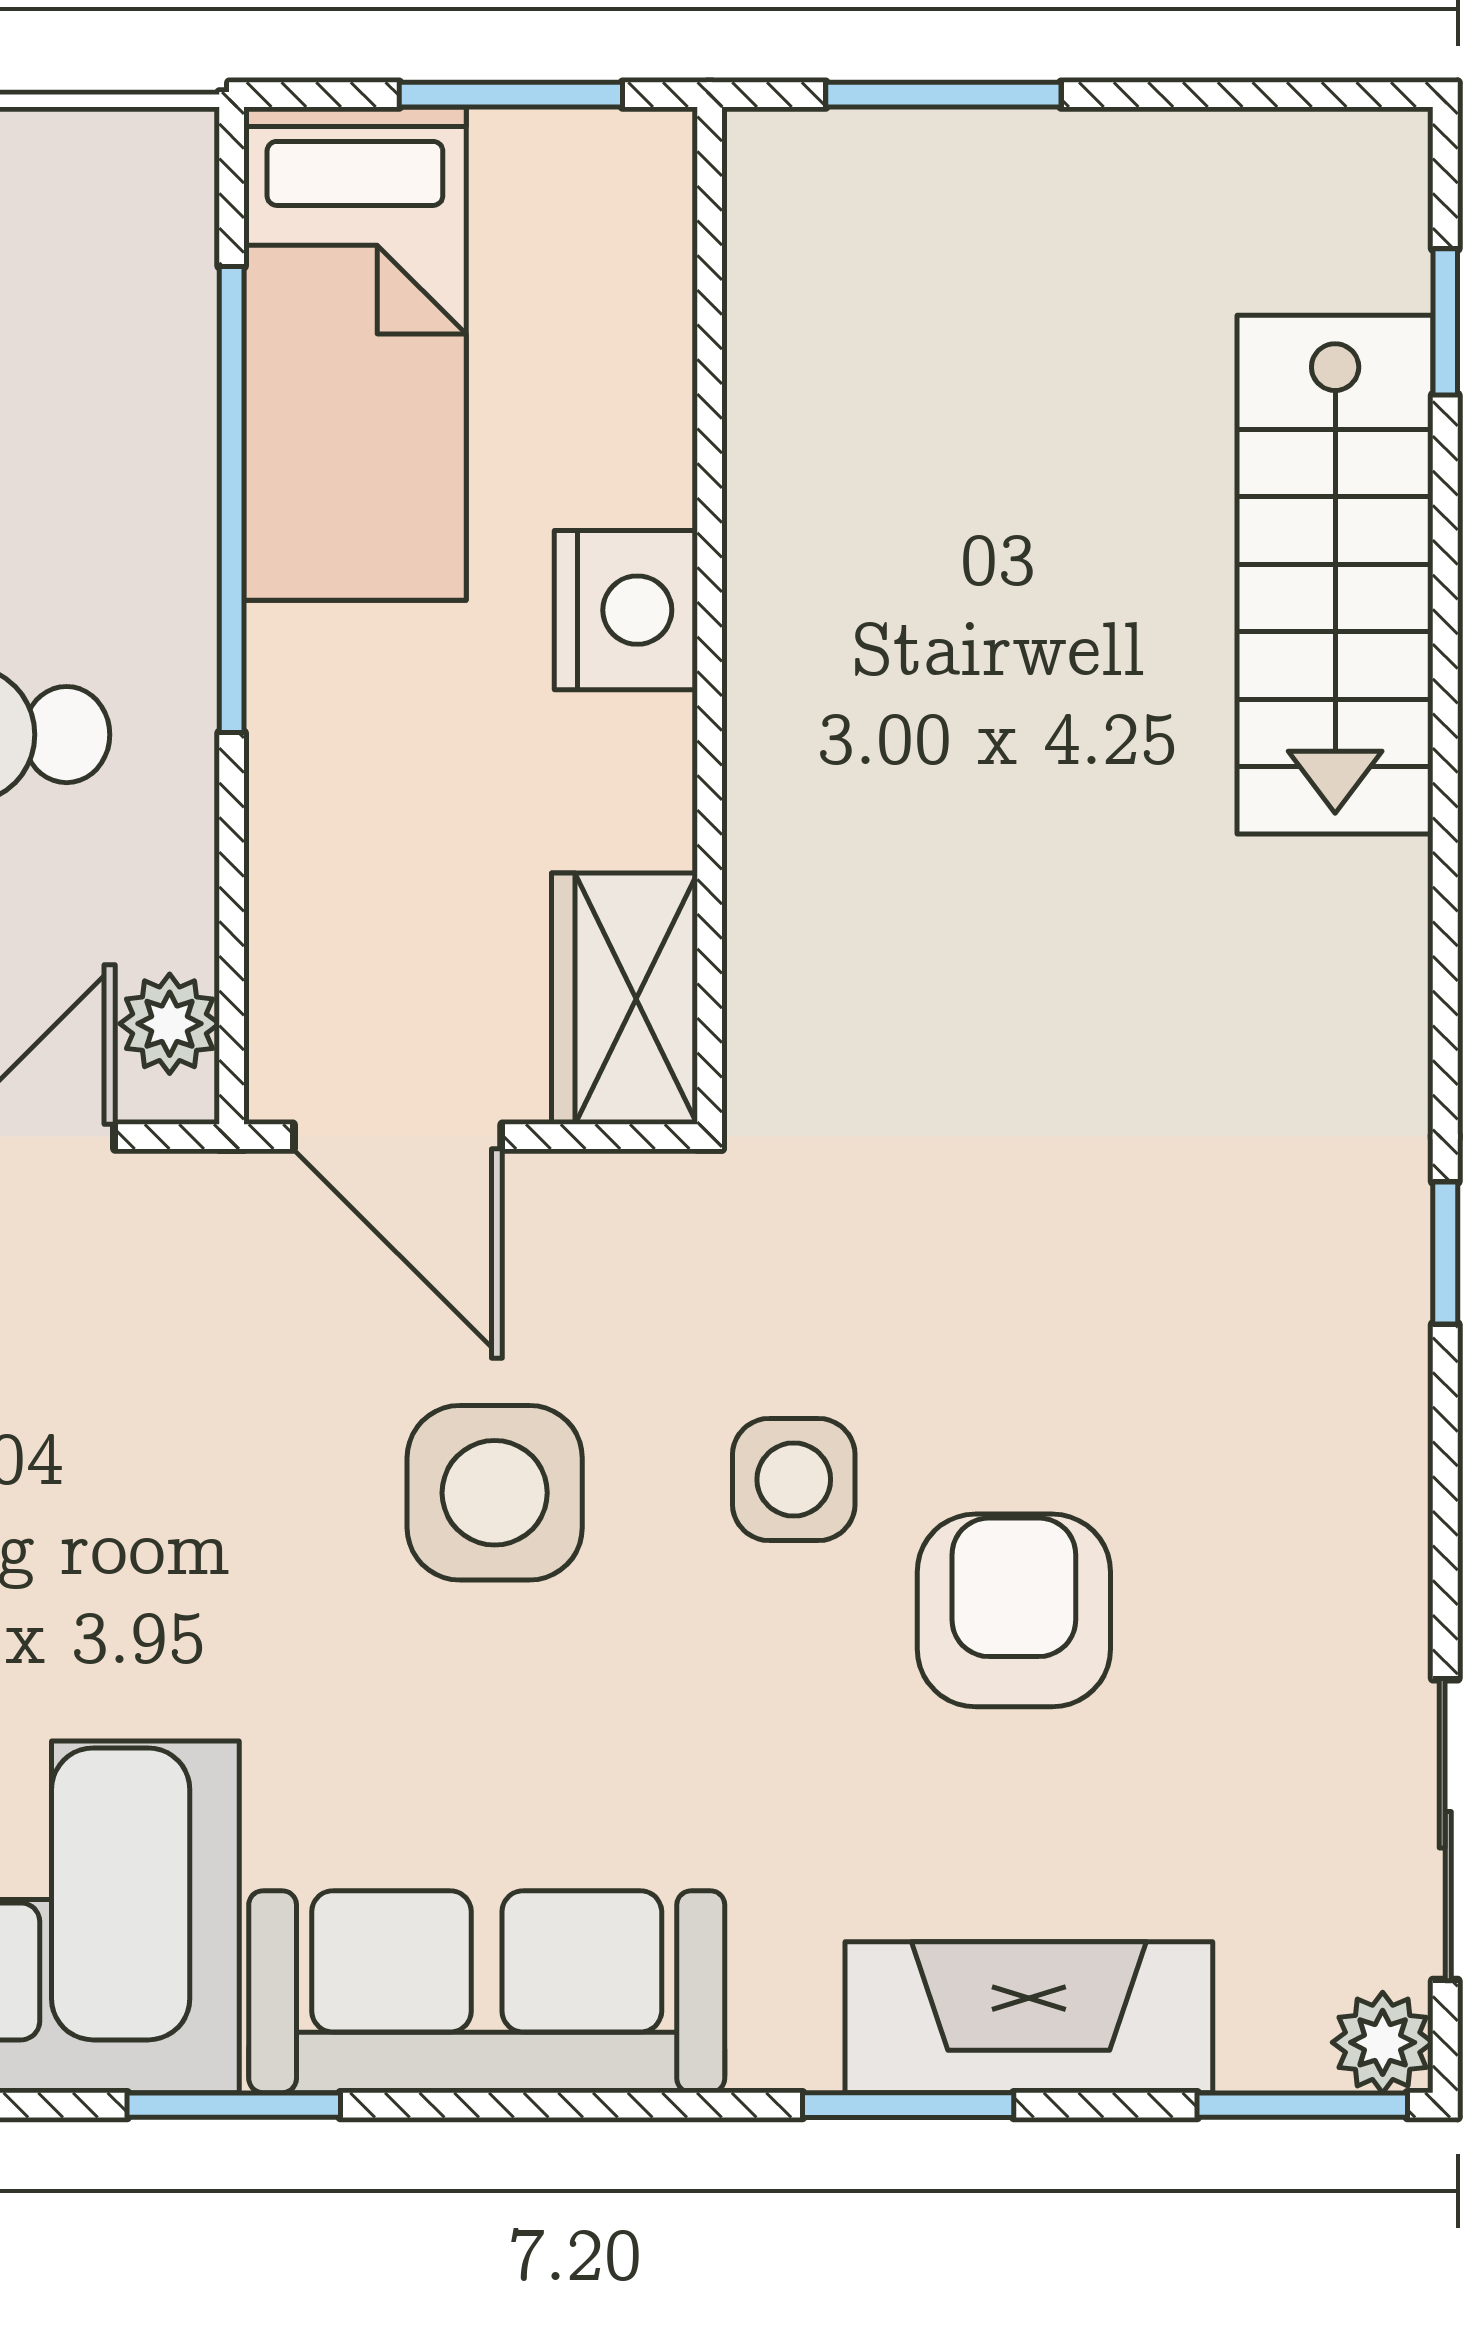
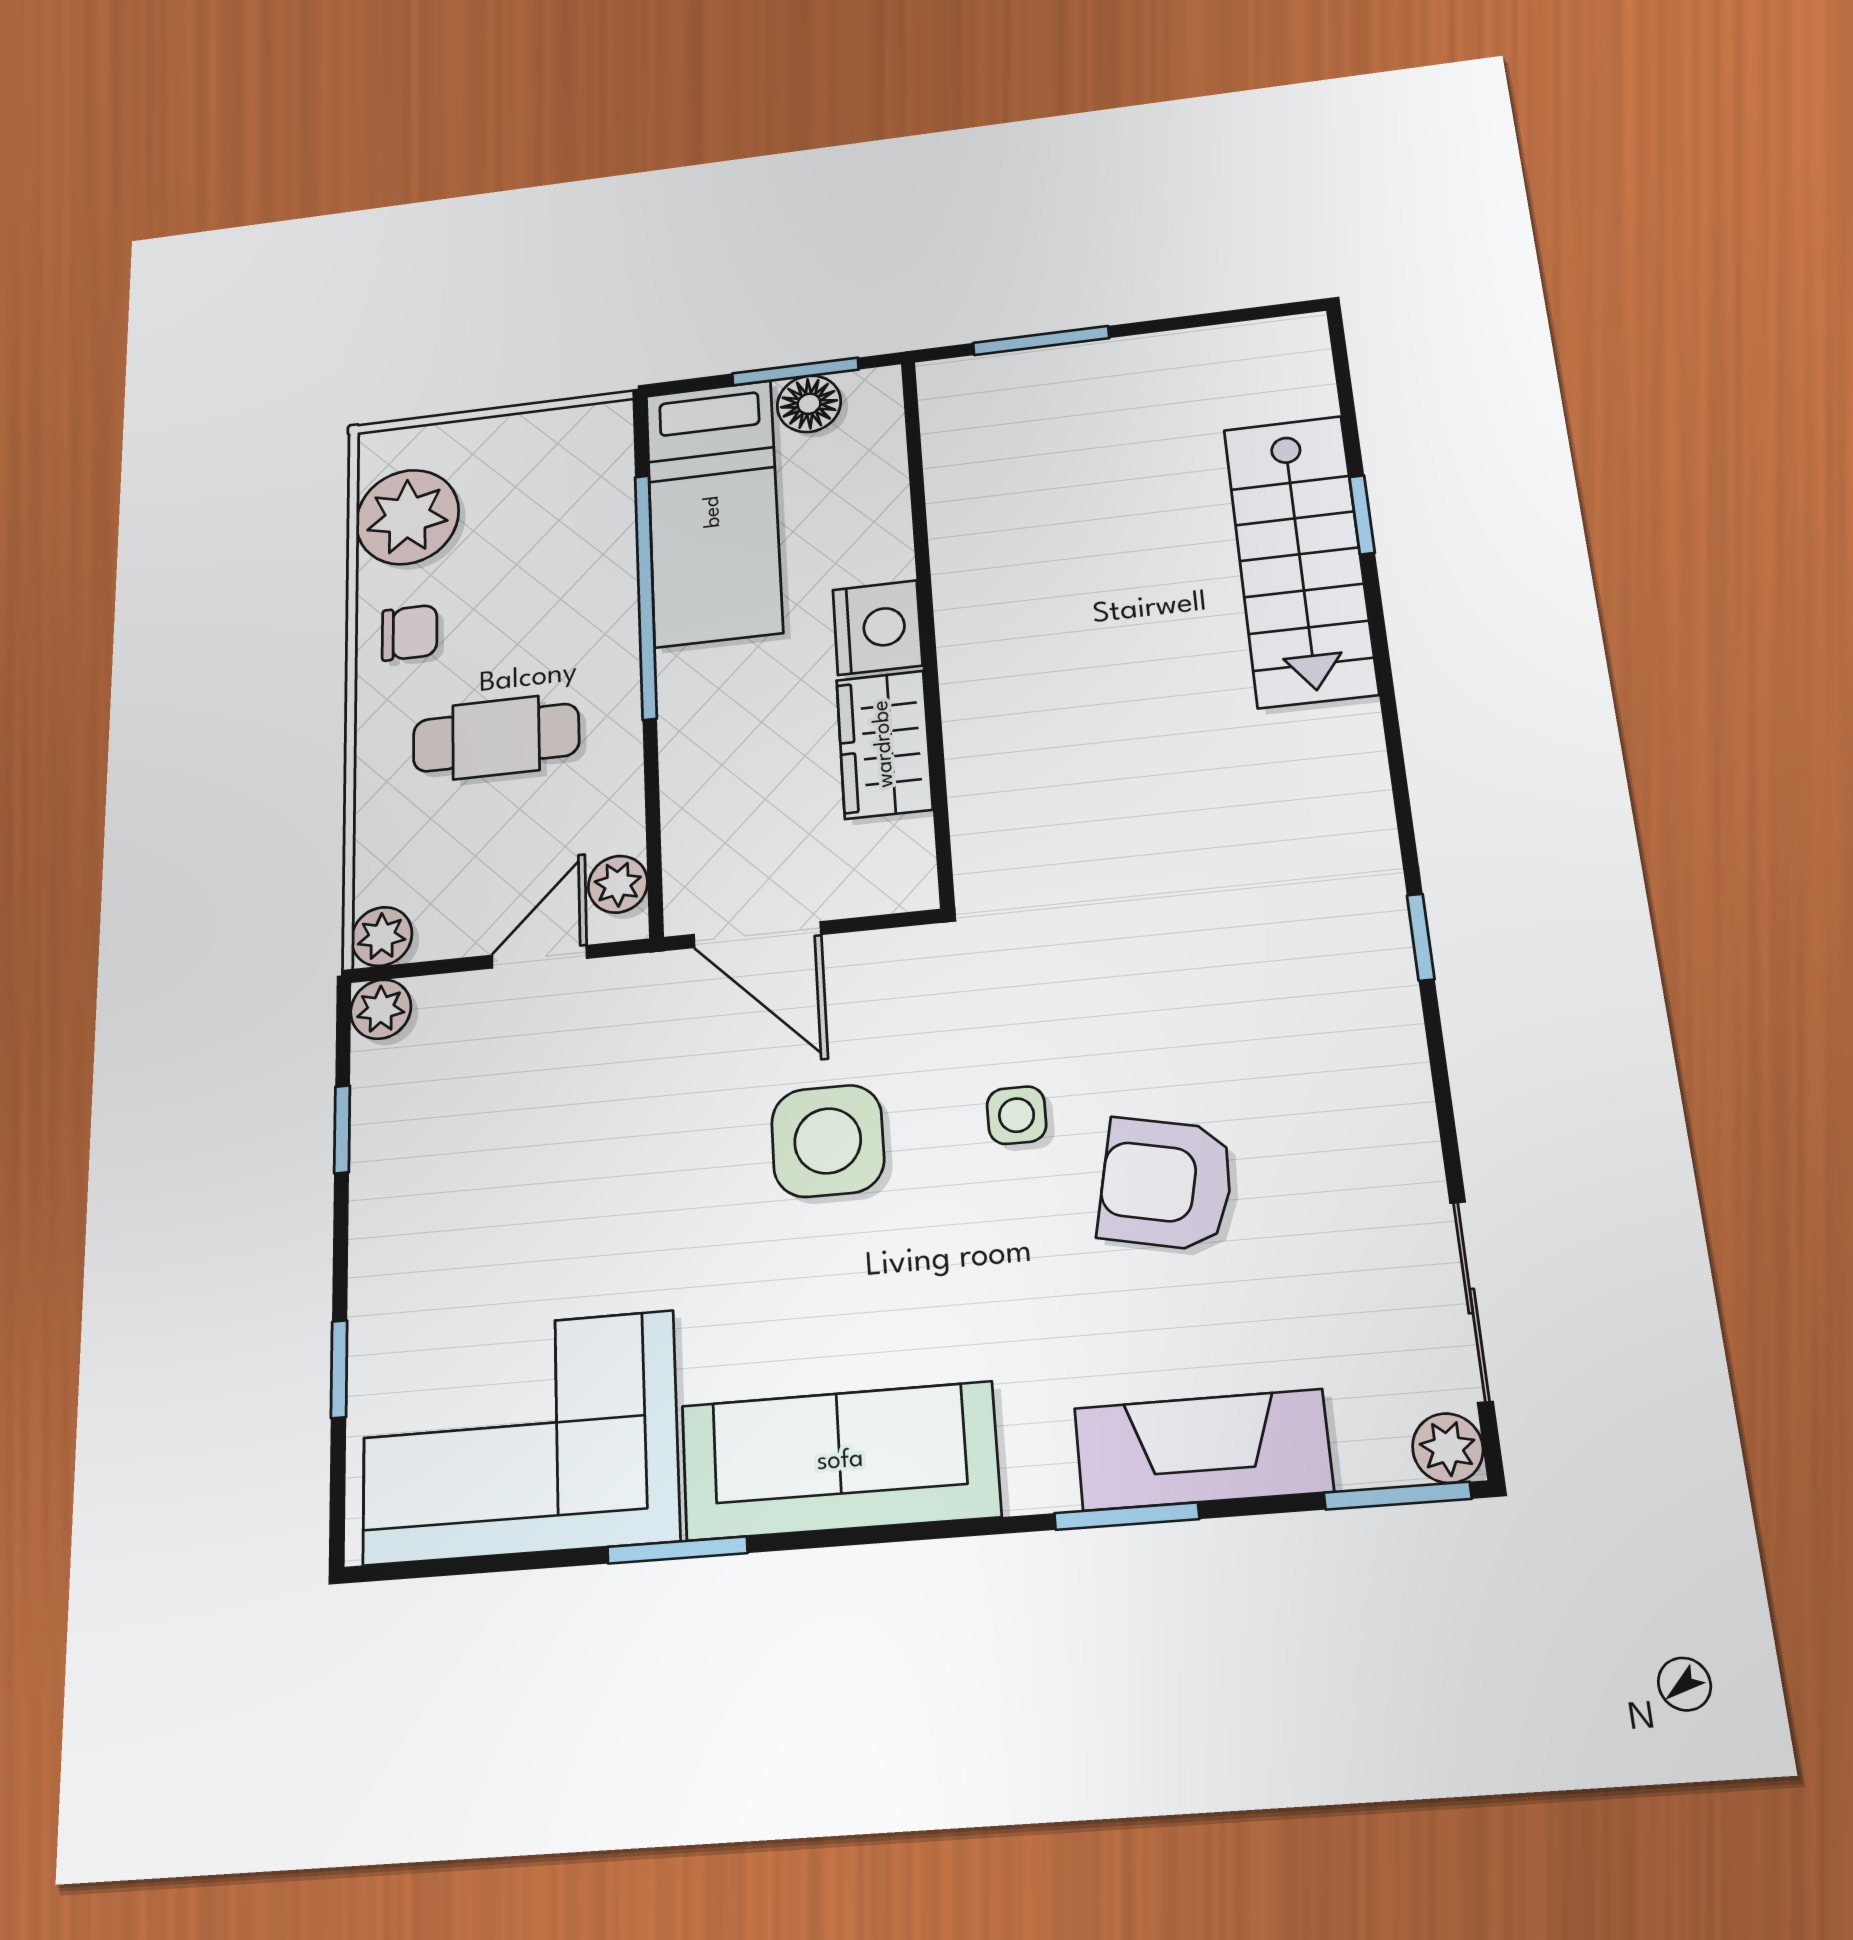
floor lamp: (532, 163) -> (809, 404), added
window: (1445, 322) -> (1362, 515), moved
wardrobe: (625, 999) -> (884, 744), moved
side table: (794, 1480) -> (1017, 1115), width x0.73, depth x0.73
armchair: (1014, 1610) -> (1166, 1184), turned -78

